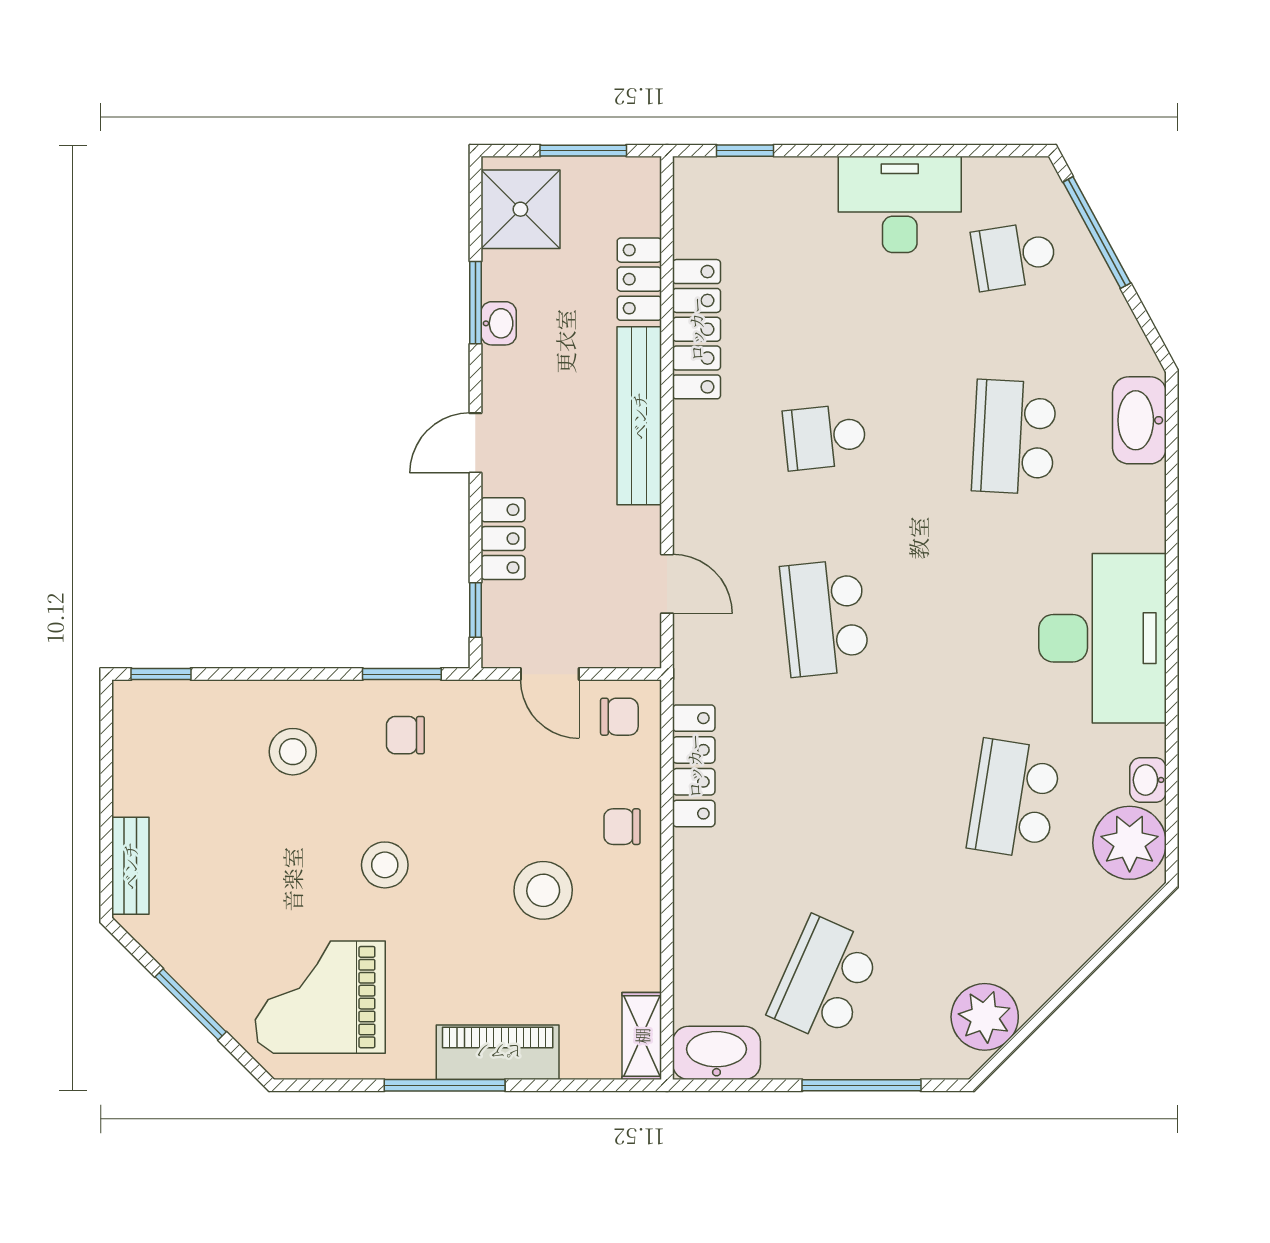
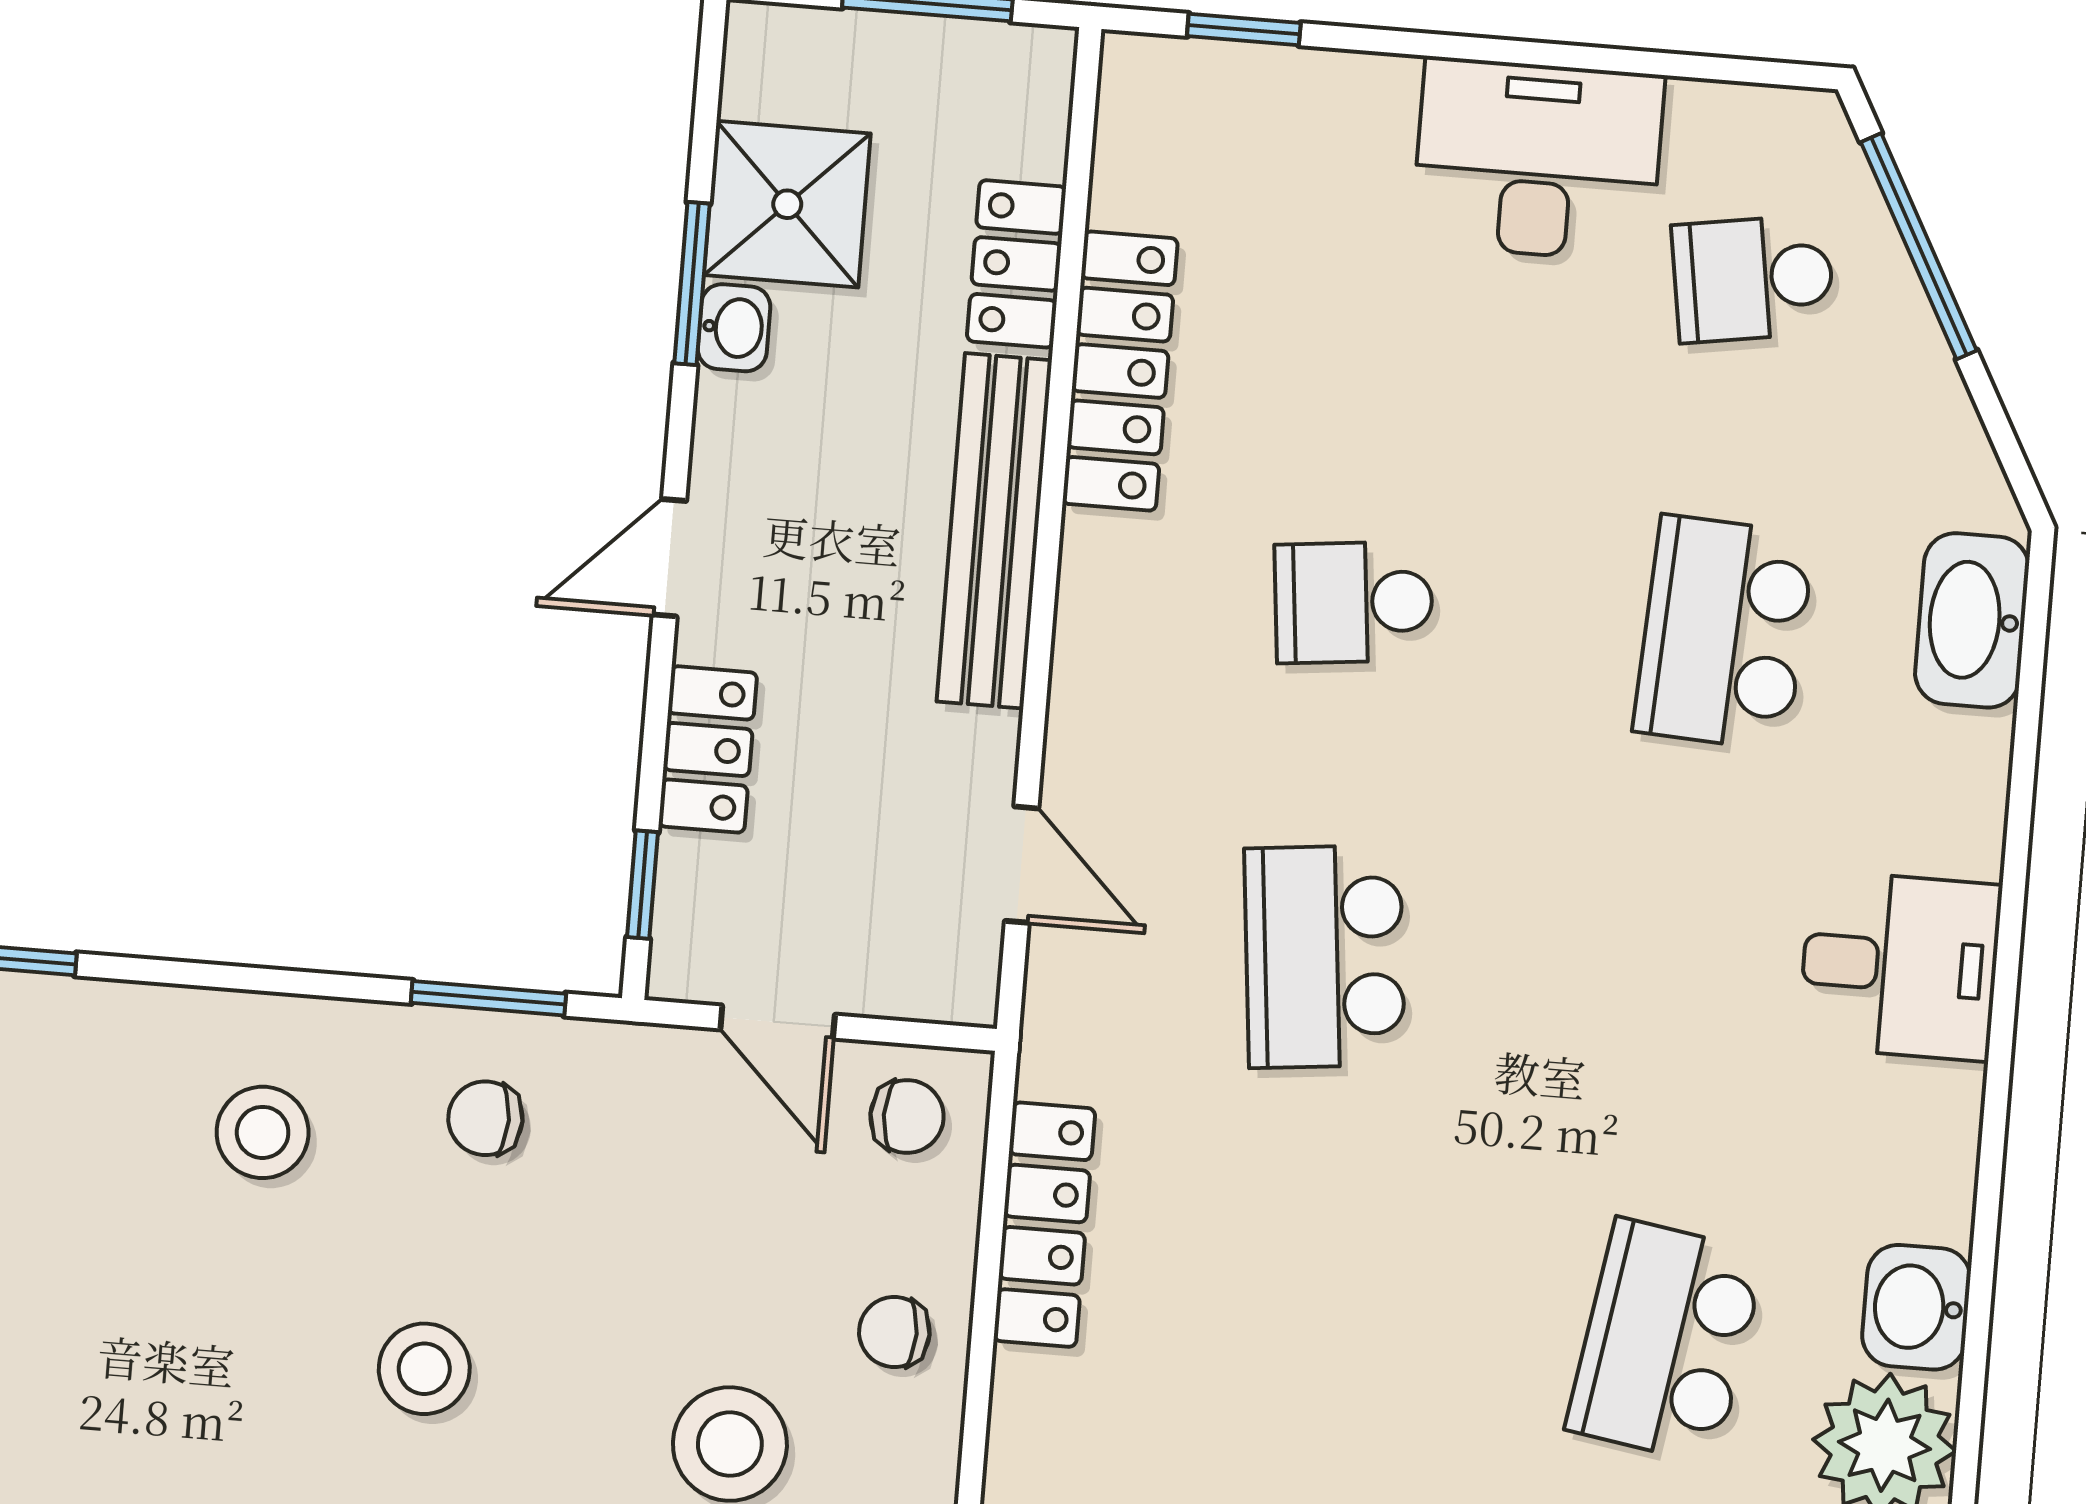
shower: (520, 209) -> (787, 204), moved
desk: (1103, 638) -> (1900, 966), width x0.53, depth x0.77
washbasin: (1148, 780) -> (1916, 1307), width x1.38, depth x1.45

